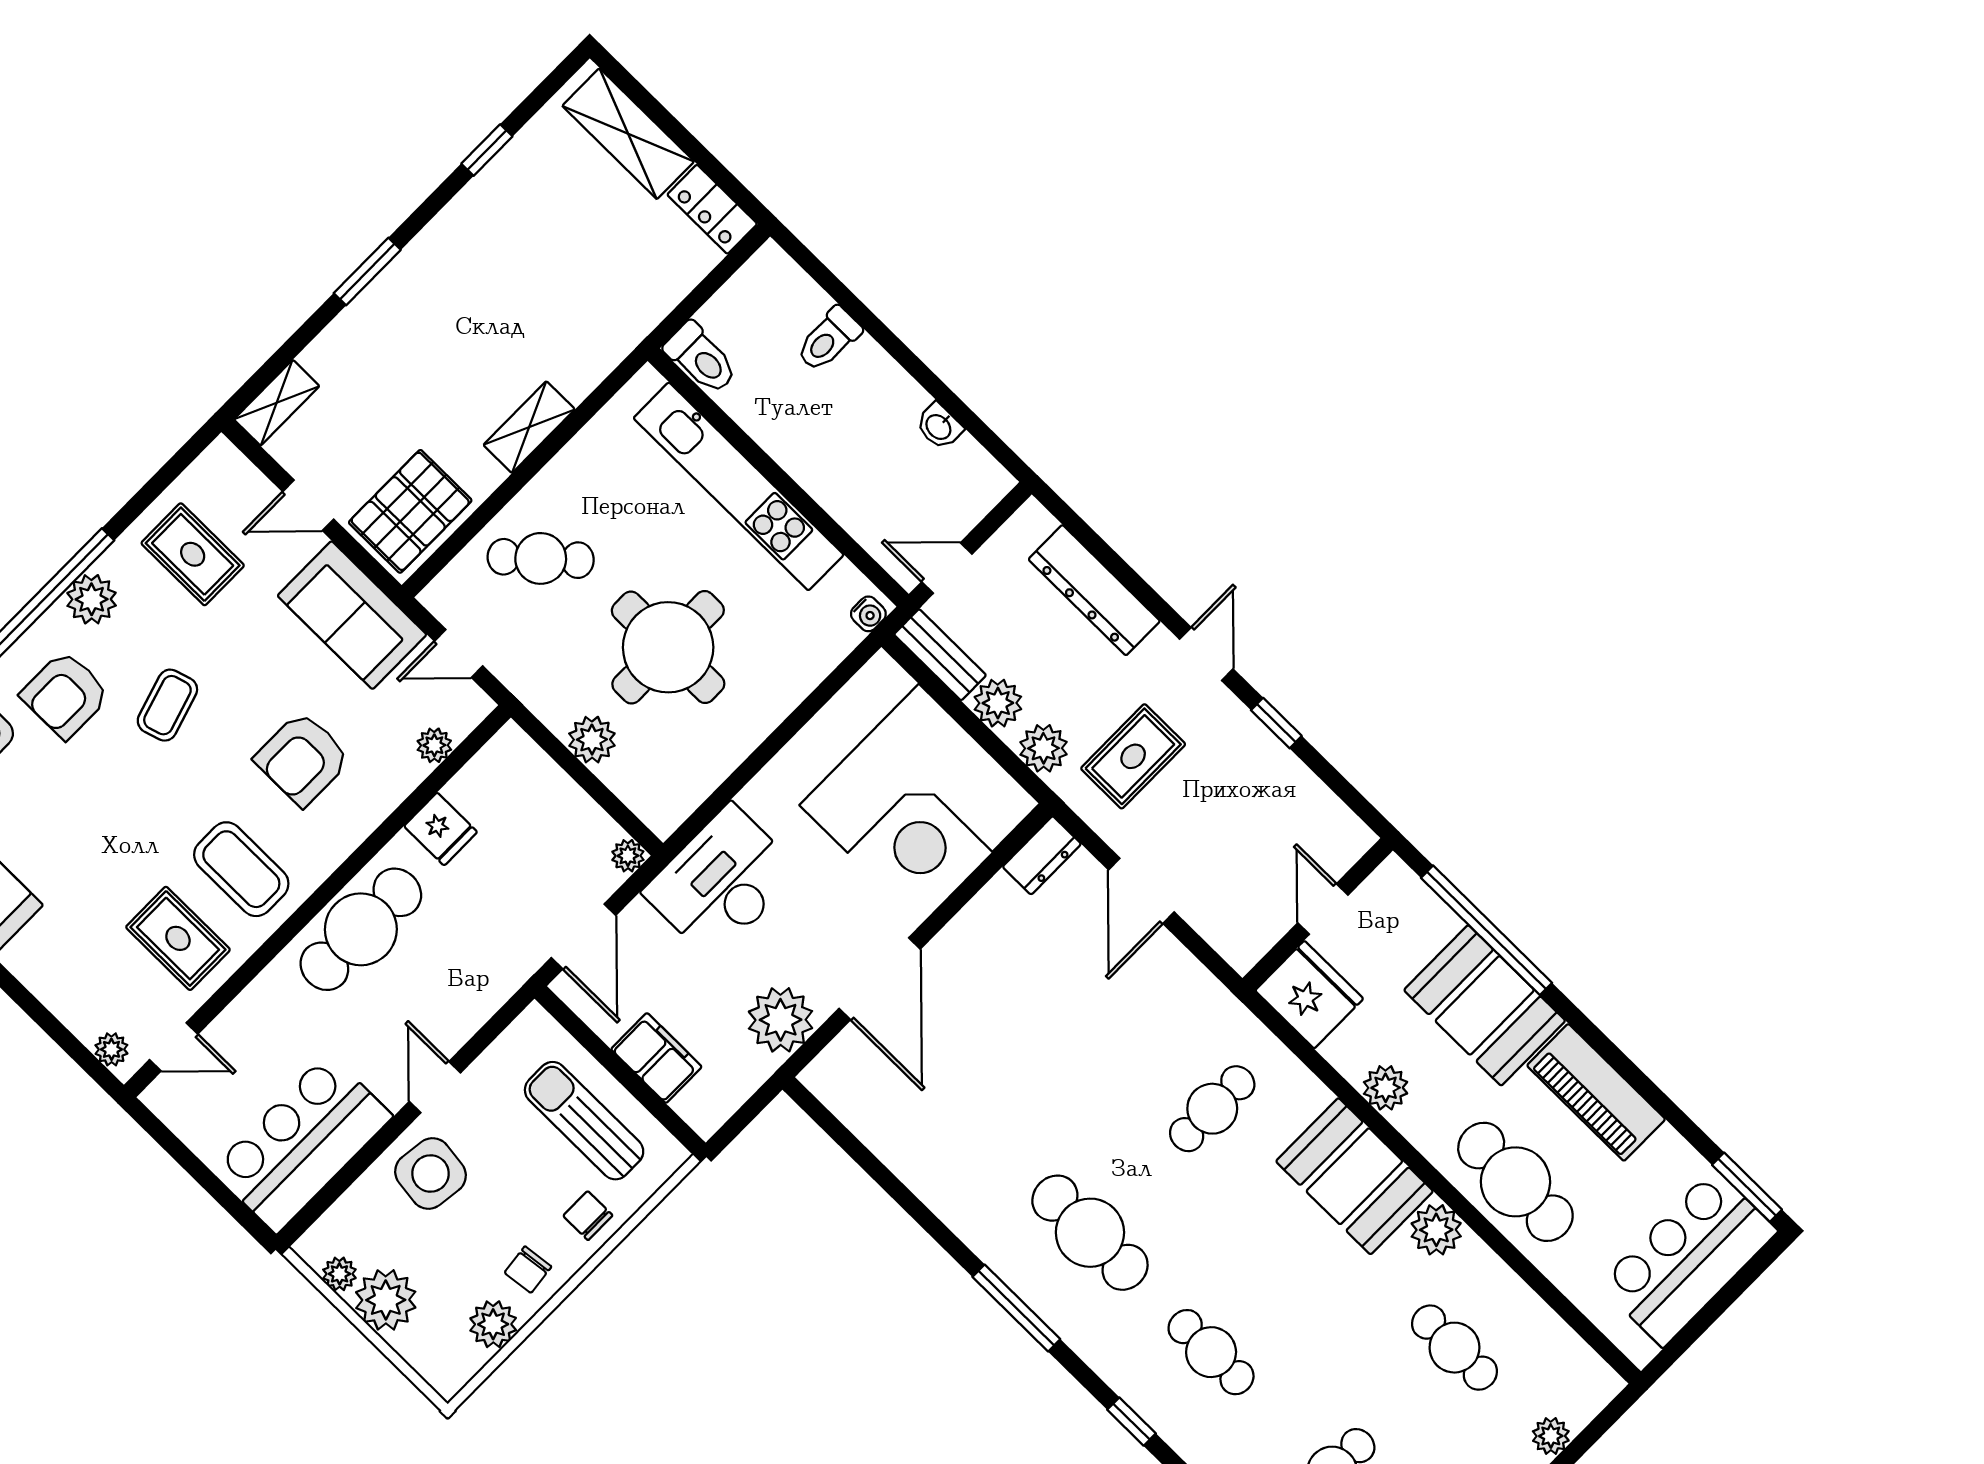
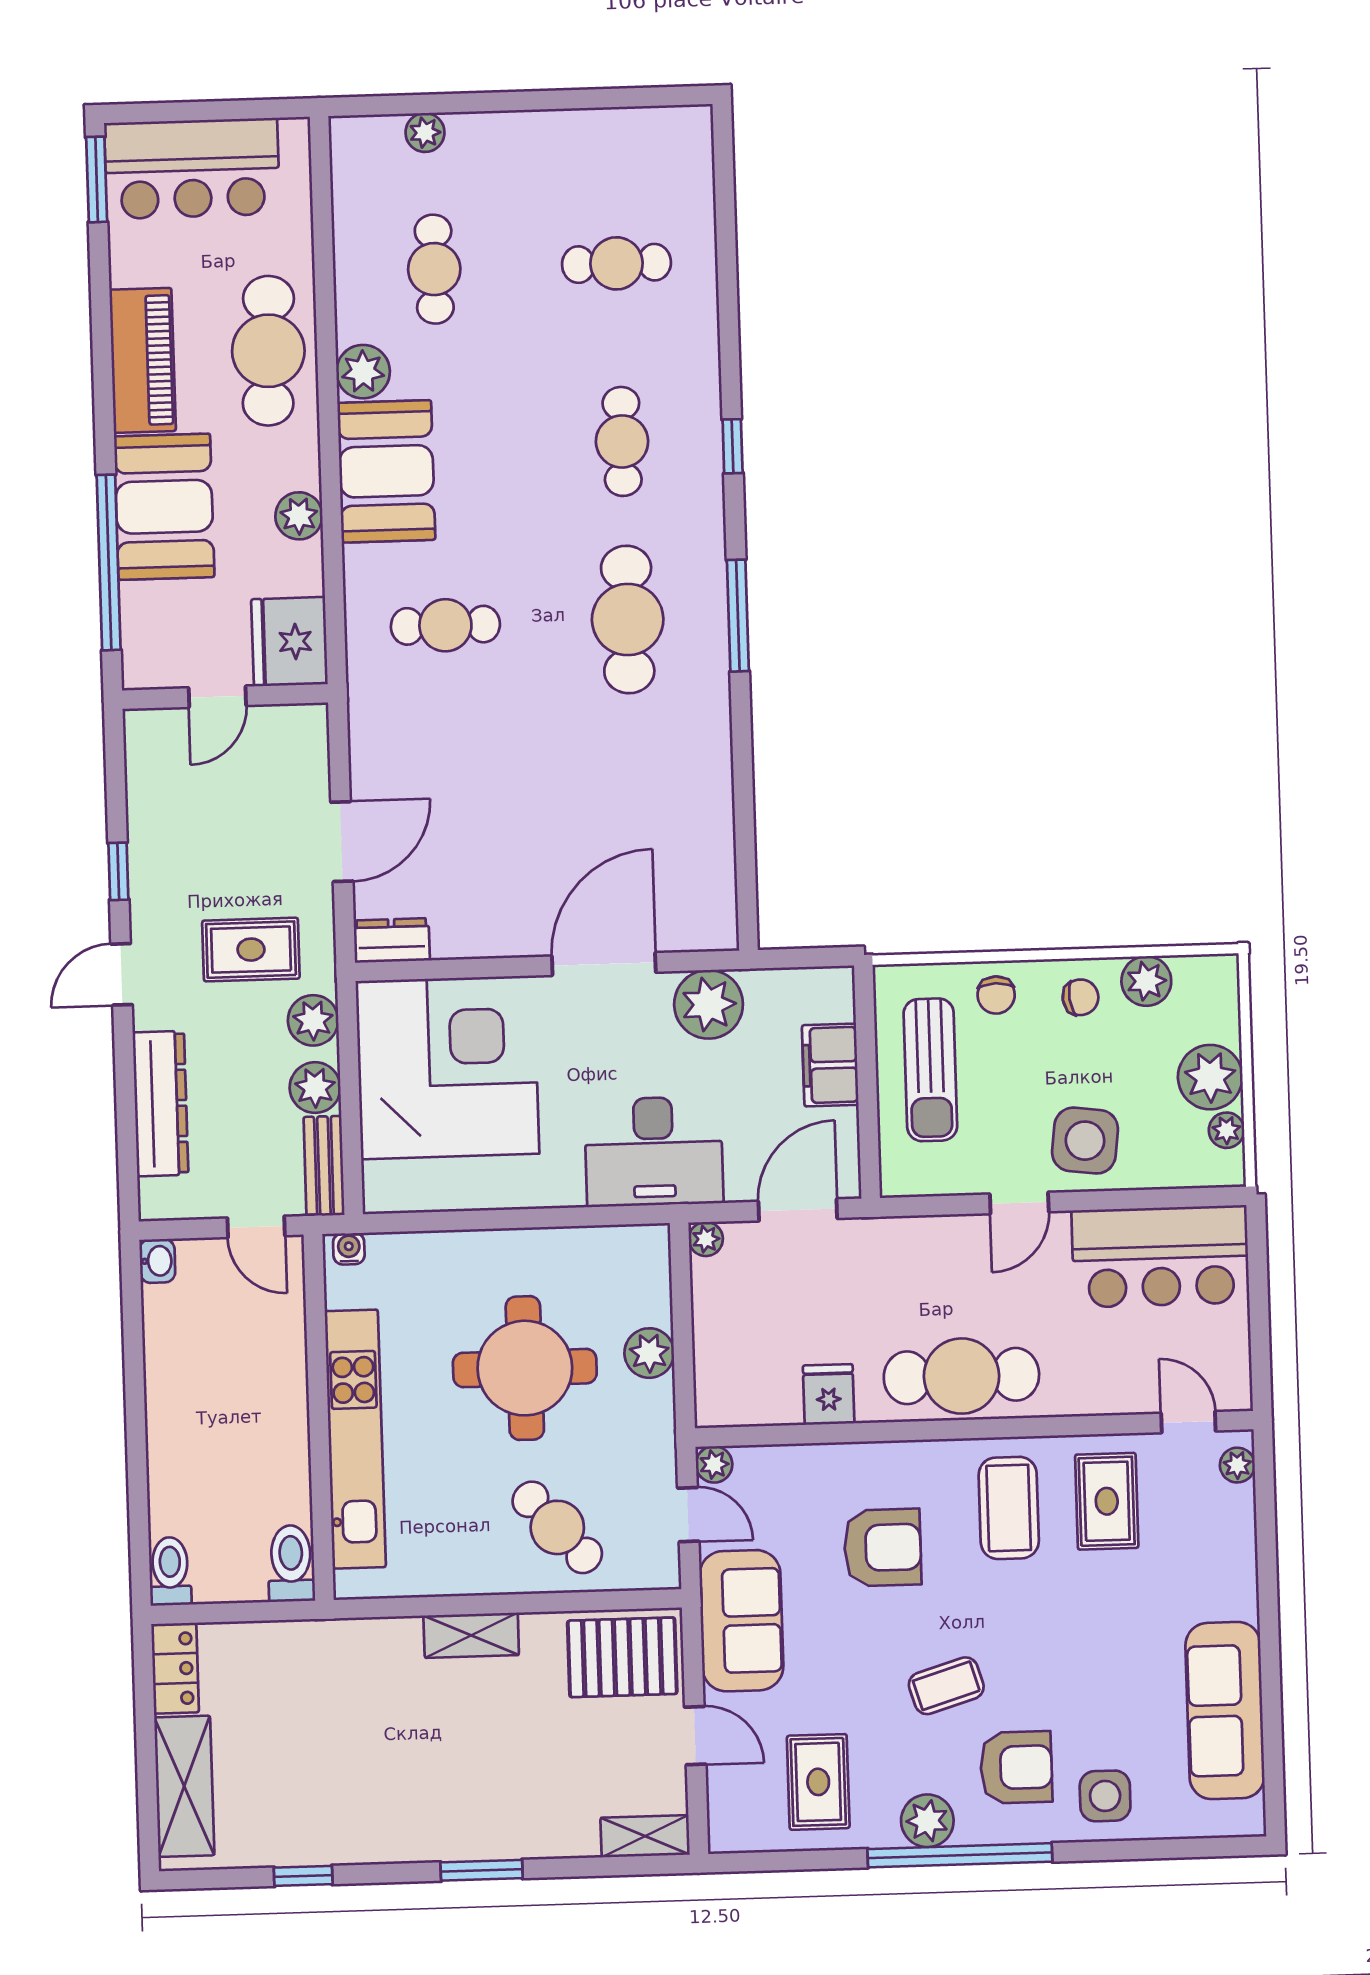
toilet: (829, 339) -> (170, 1571), moved, turned -90
washbasin: (939, 426) -> (157, 1261), moved
plant: (434, 745) -> (714, 1464), moved

